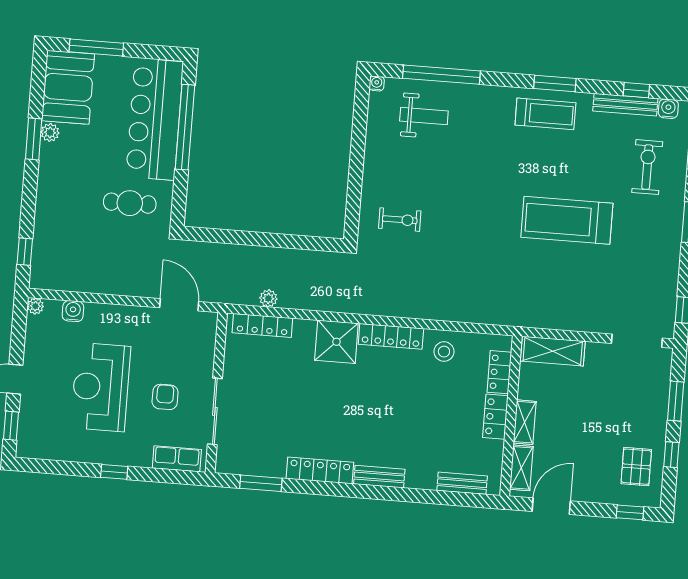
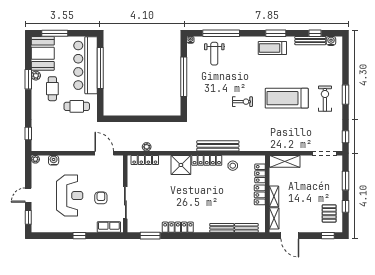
treadmill: (545, 114) -> (272, 48), turned 180
weight bench: (424, 116) -> (214, 54), turned 90
window: (357, 159) -> (184, 77), added
cafe table: (82, 162) -> (52, 89), added
exercise bike: (647, 167) -> (325, 99), moved
exercise bike: (400, 220) -> (242, 102), moved
bench: (416, 308) -> (218, 146), added
reception desk: (101, 387) -> (70, 196), turned 180
bench: (379, 477) -> (222, 228), moved
door: (551, 506) -> (290, 236), swing flipped

